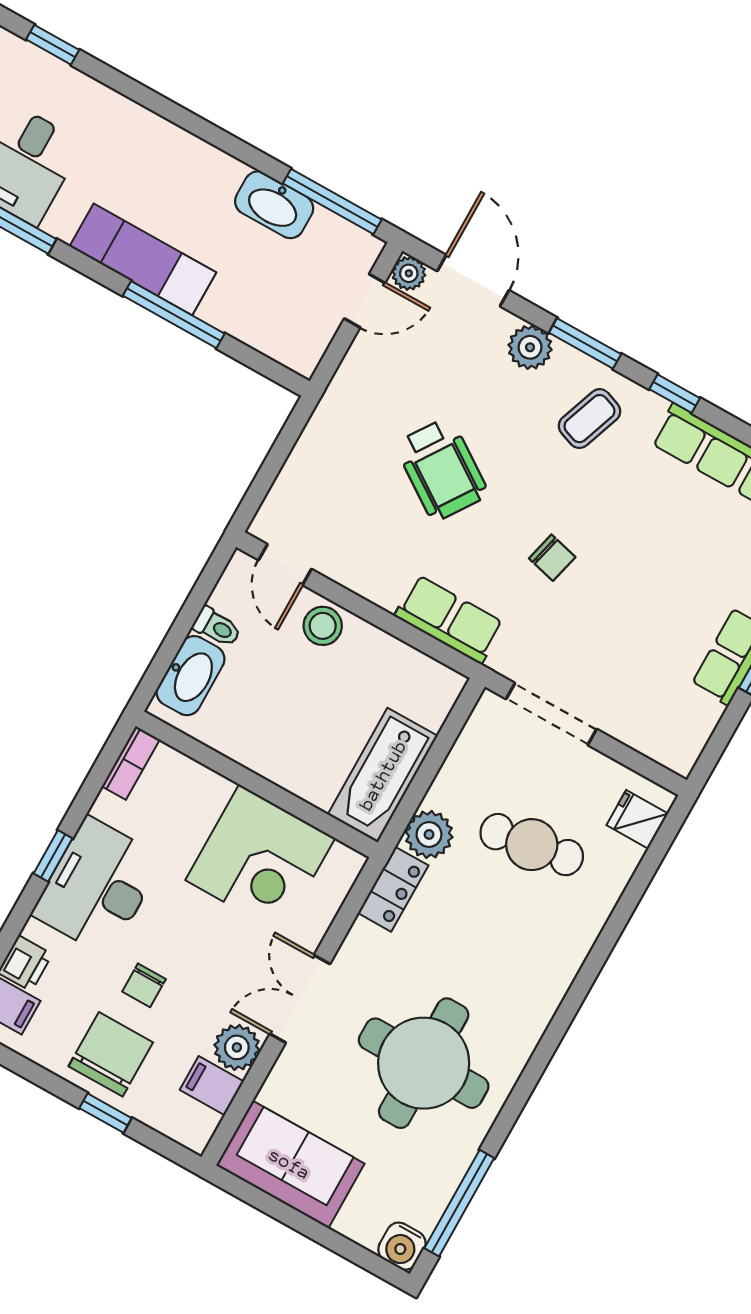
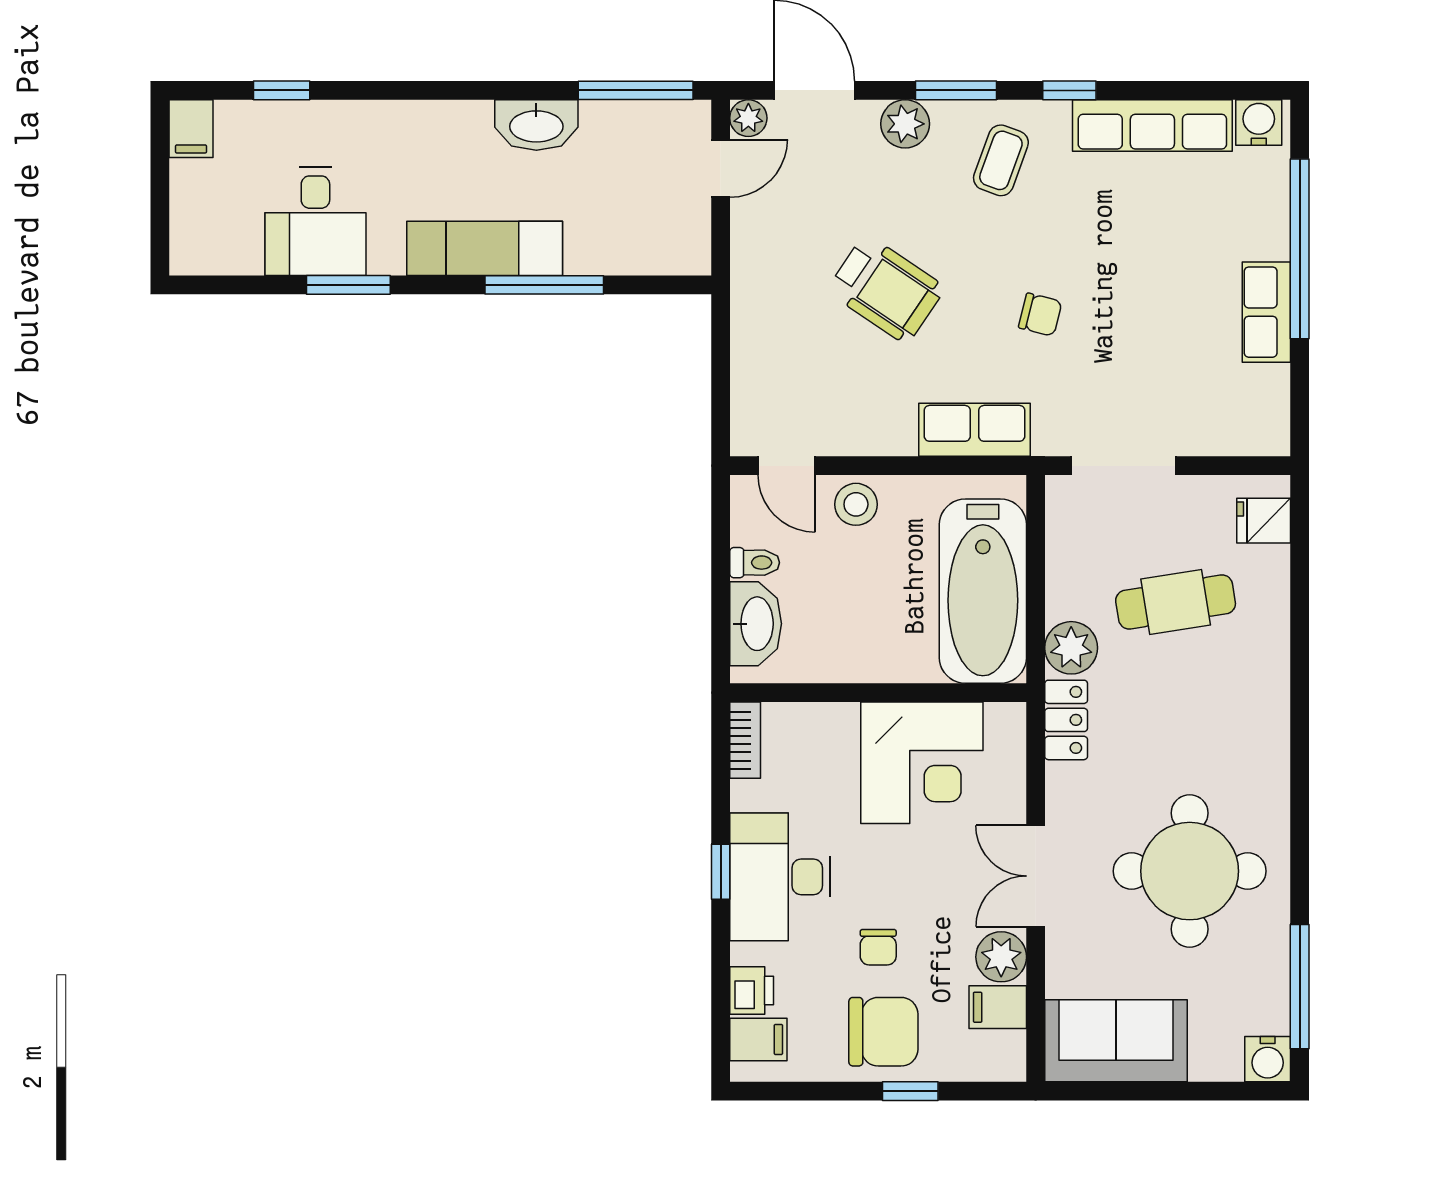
washbasin: (274, 205) -> (536, 125), moved
bathtub: (383, 775) -> (983, 591), width x1.36, depth x1.36
chair: (111, 1054) -> (883, 1032), turned 90

